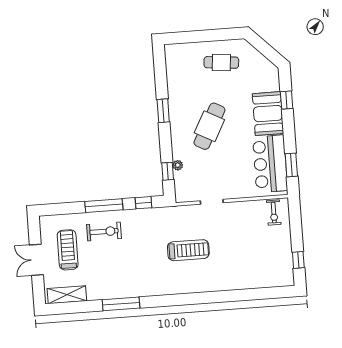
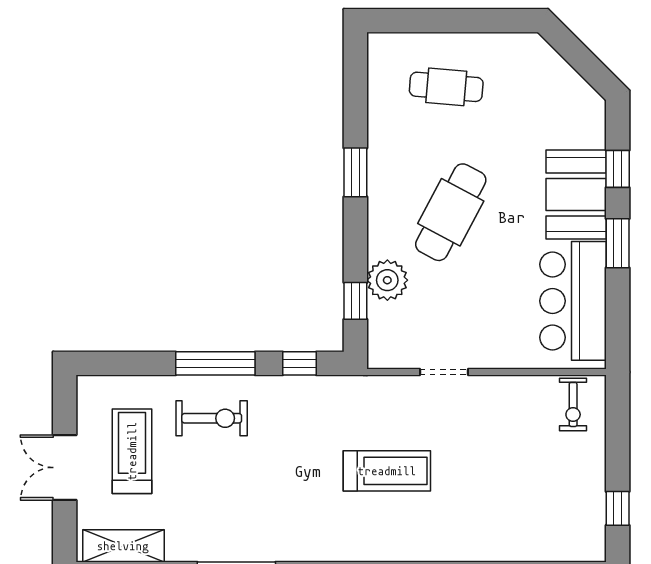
cafe table: (221, 62) -> (446, 87), moved
plant: (178, 165) -> (387, 280), width x1.87, depth x1.87
window: (291, 165) -> (618, 243), moved

